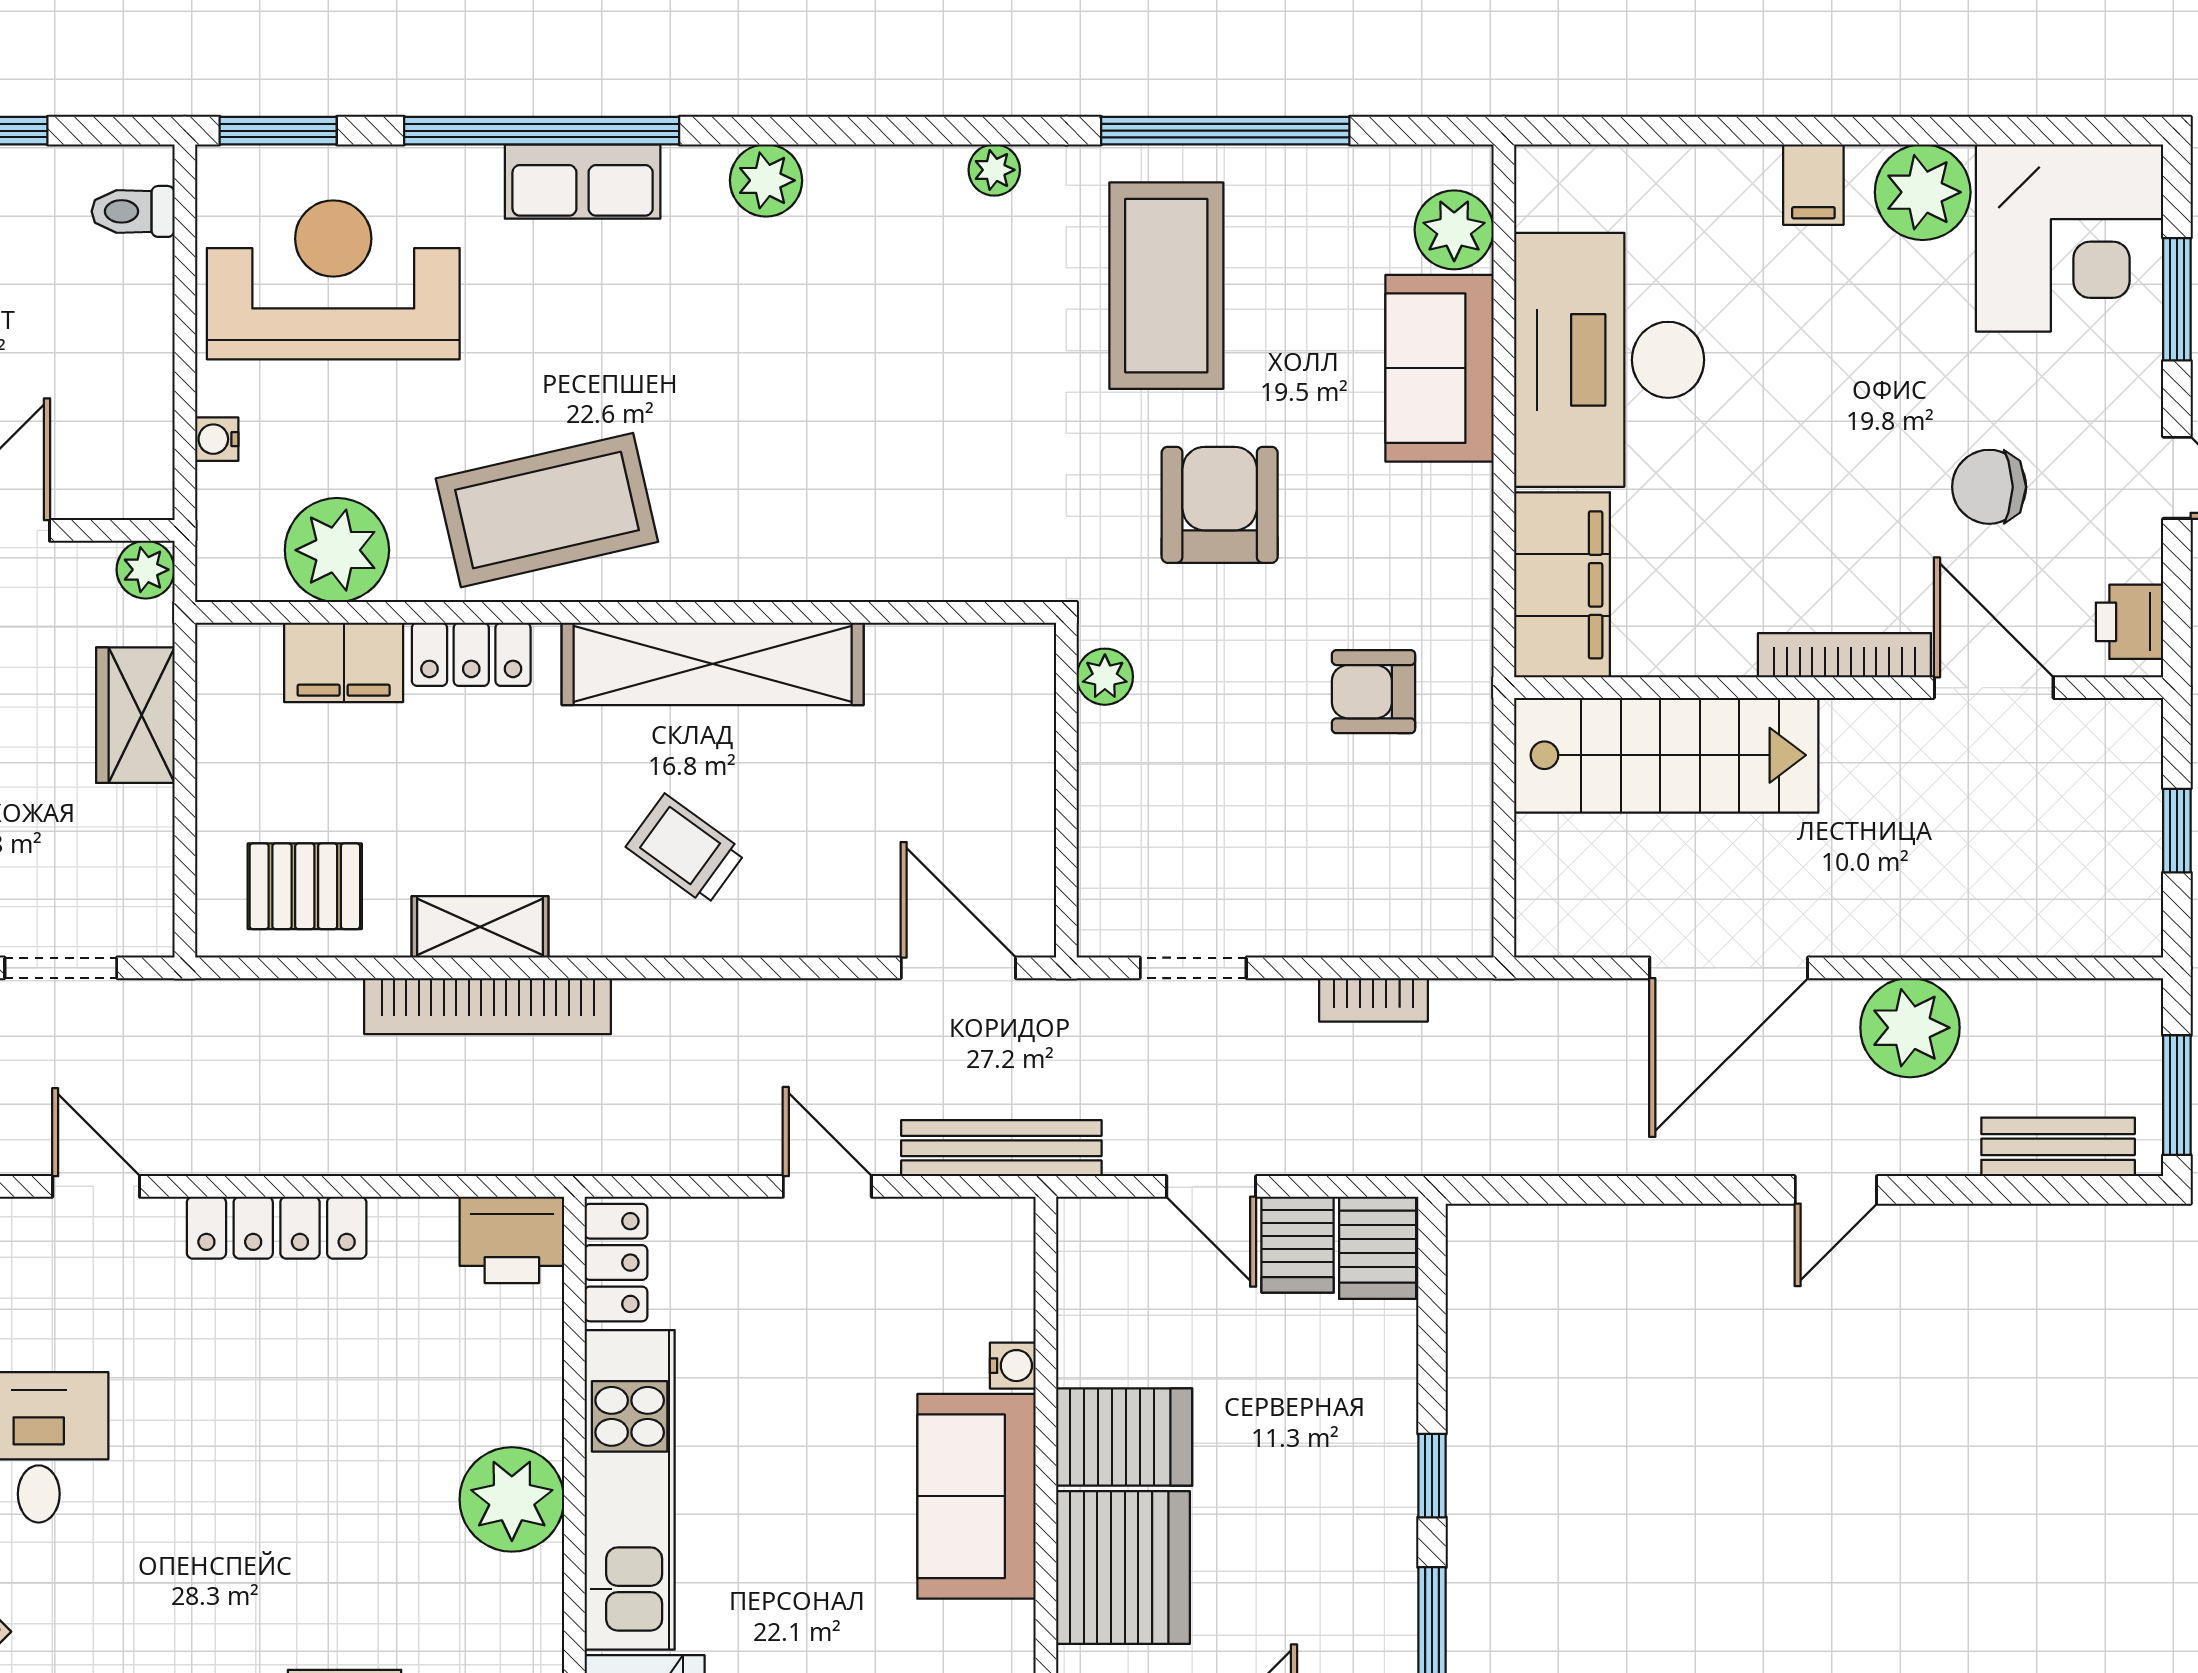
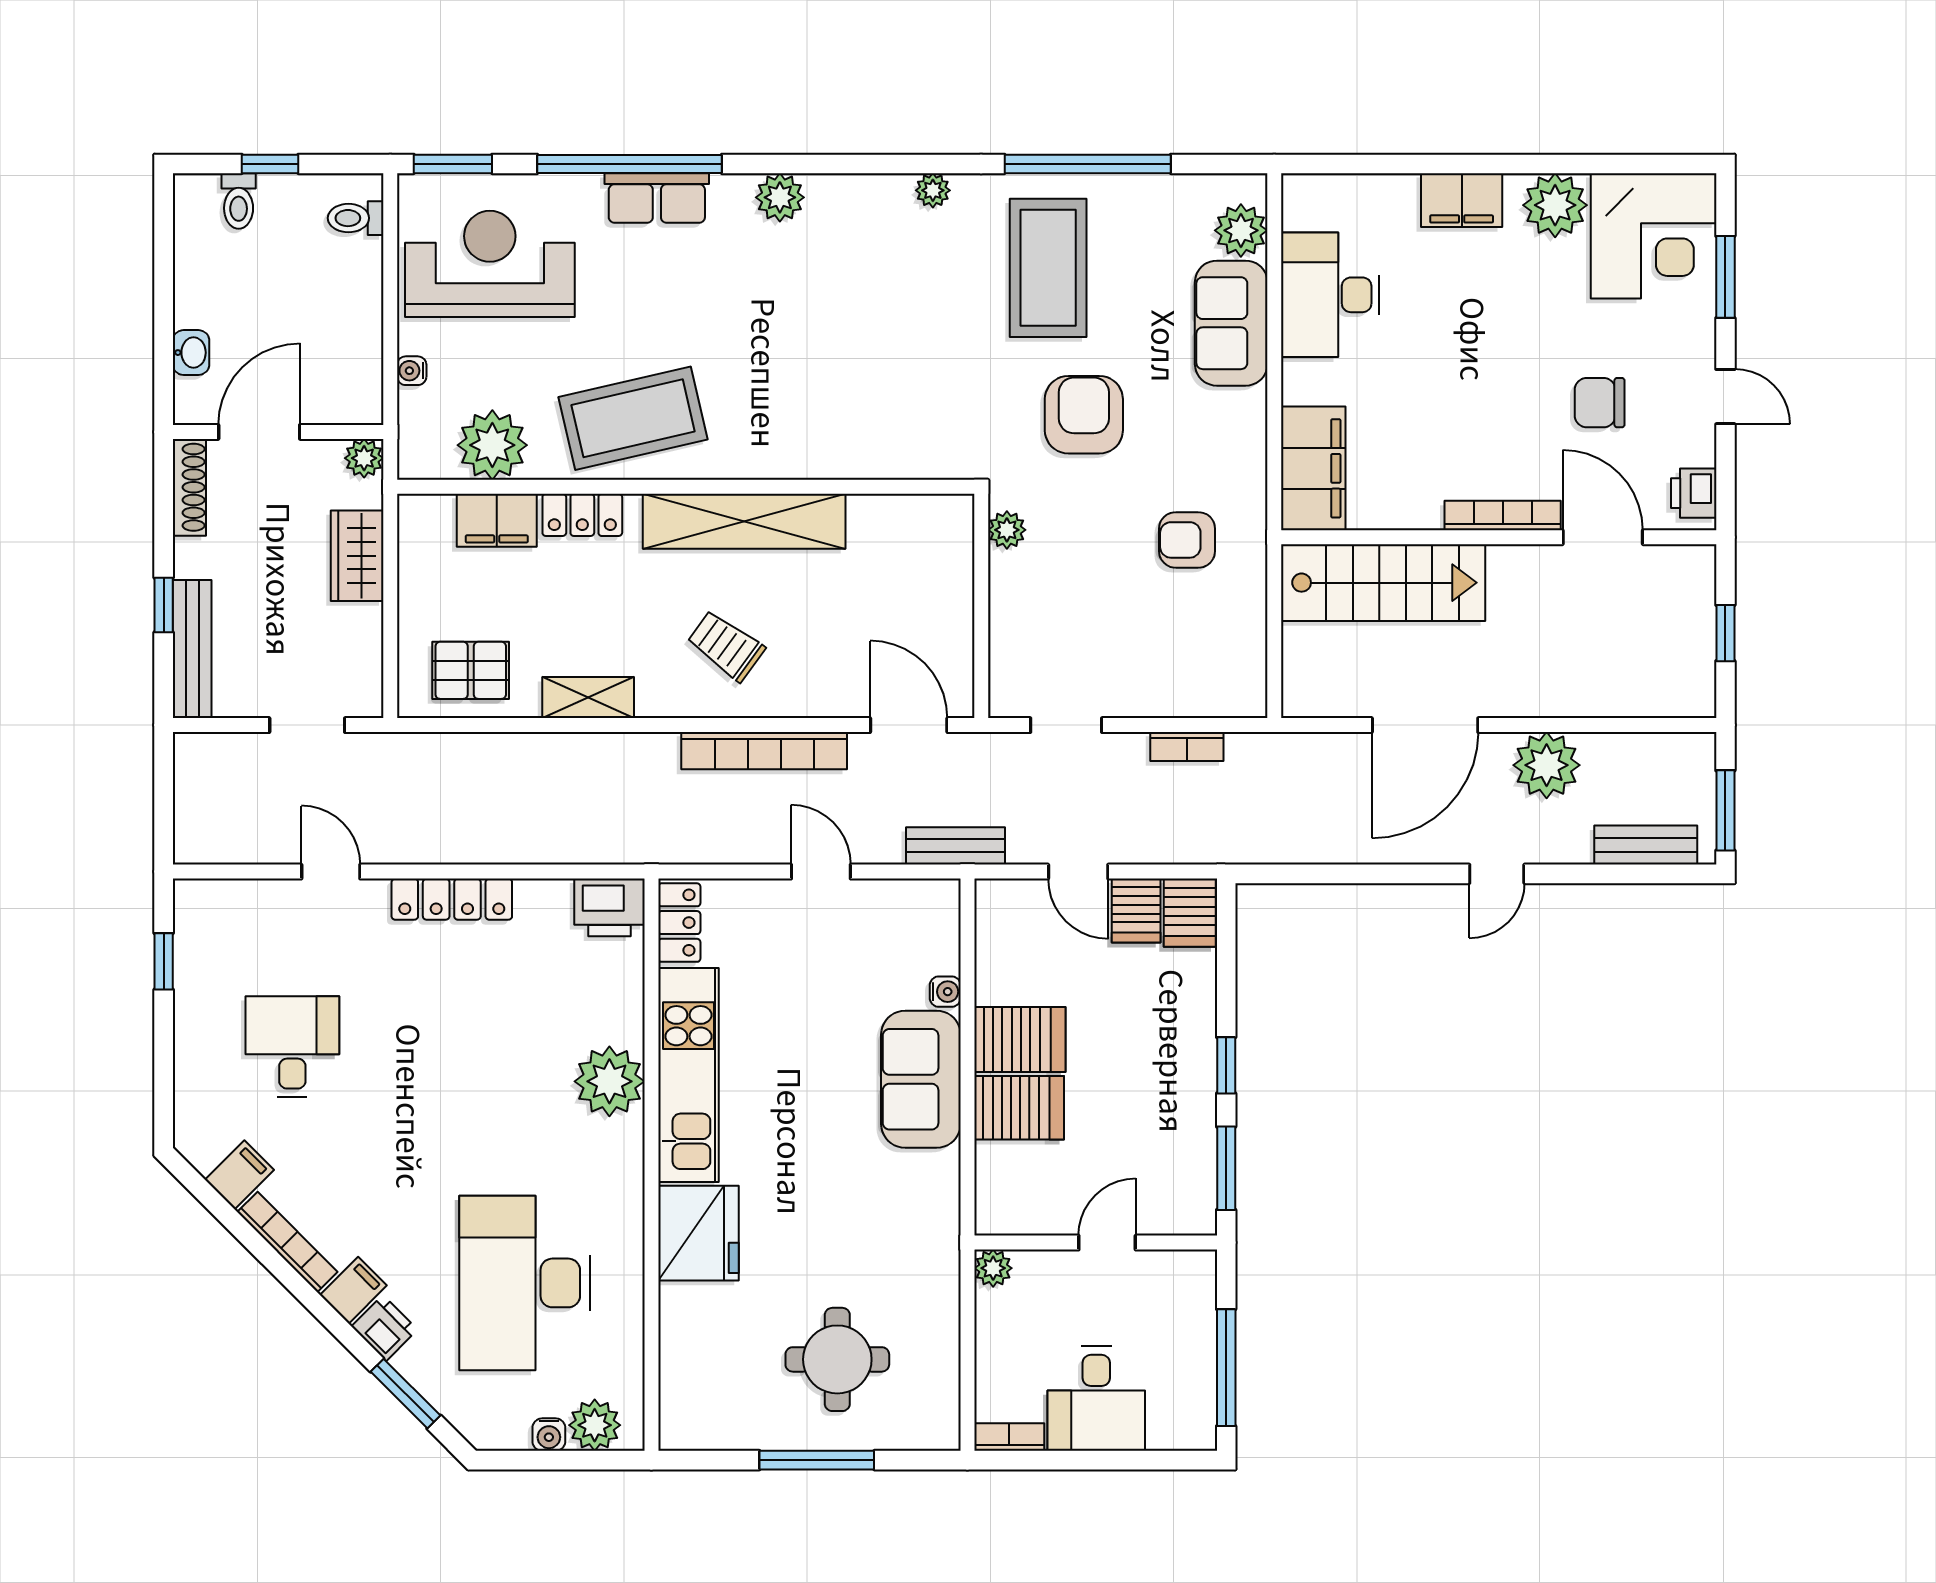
filing cabinet: (1813, 185) -> (1462, 200), width x2.00
desk: (1609, 360) -> (1330, 295), width x0.73, depth x0.77
bookcase: (488, 1006) -> (764, 751), moved
bench: (1001, 1148) -> (956, 846), width x0.73
server rack: (1123, 1568) -> (1019, 1108), width x0.62

